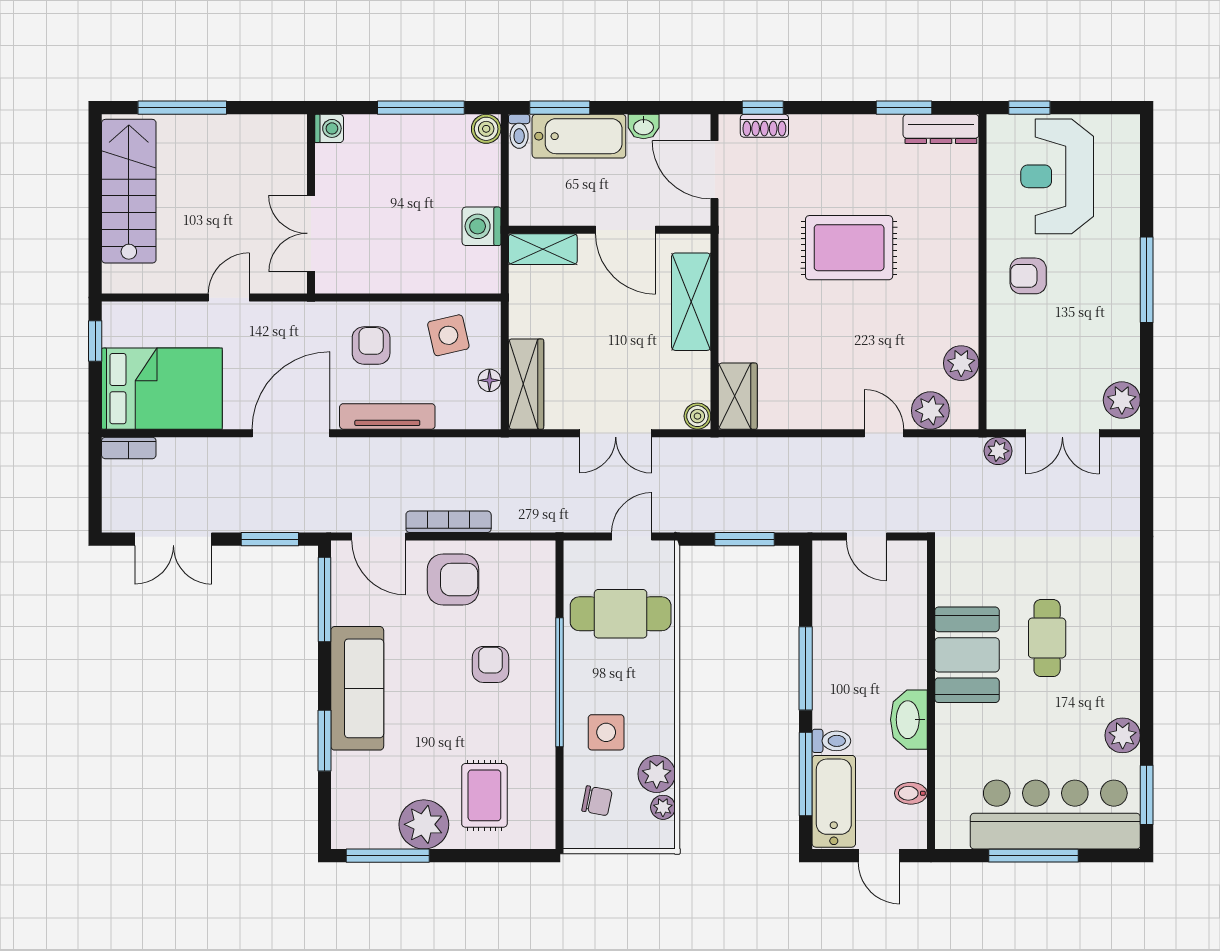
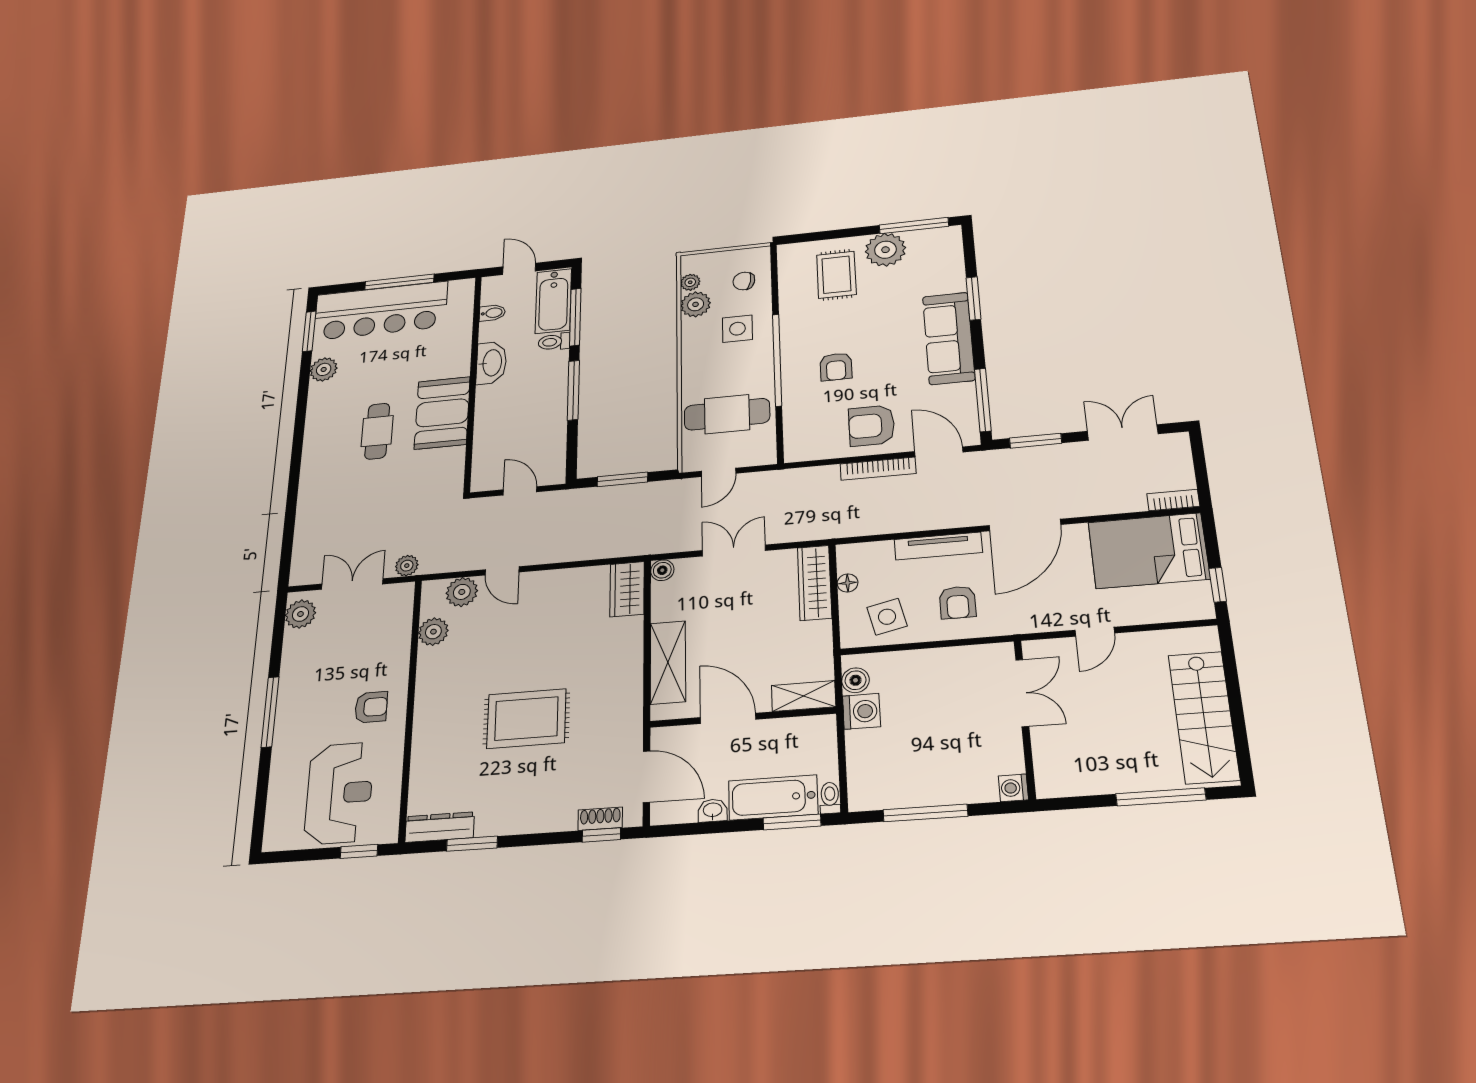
boiler: (486, 129) -> (856, 680), moved

